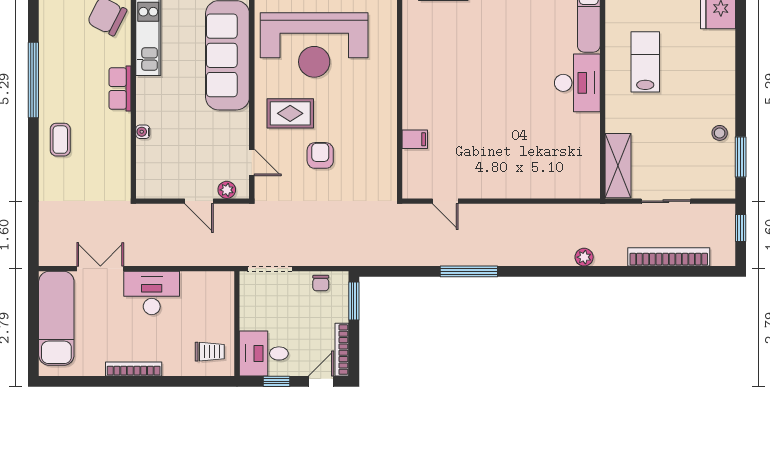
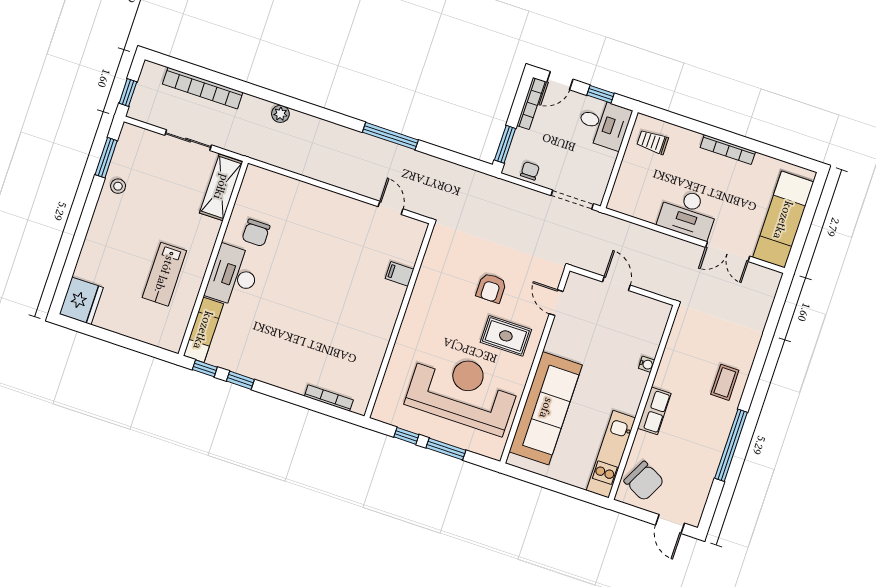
chair: (569, 132) -> (256, 233), added
plant: (227, 190) -> (588, 285), removed

